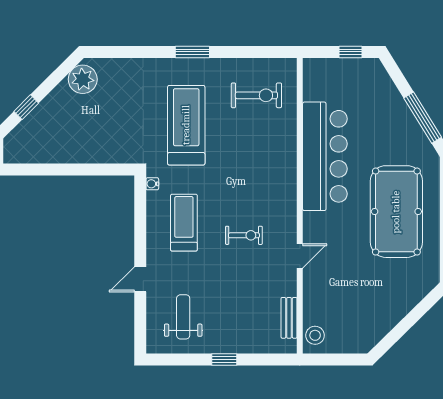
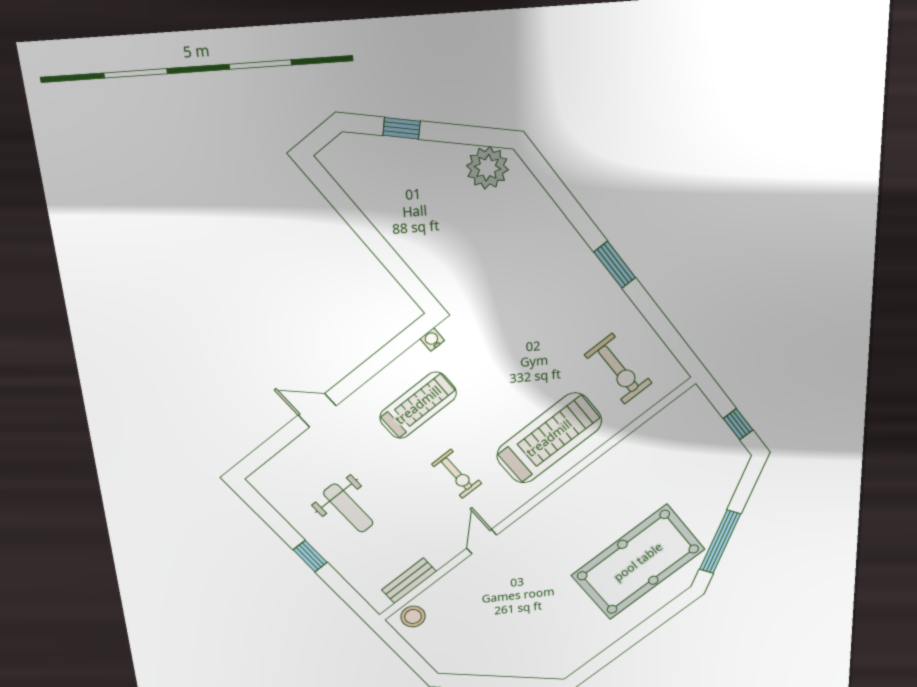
treadmill: (186, 125) -> (549, 438), moved
bar counter: (325, 156) -> (606, 485), removed
pool table: (396, 212) -> (638, 562), moved
door: (300, 256) -> (482, 542), swing flipped
weight bench: (183, 317) -> (348, 508), moved, turned 90

